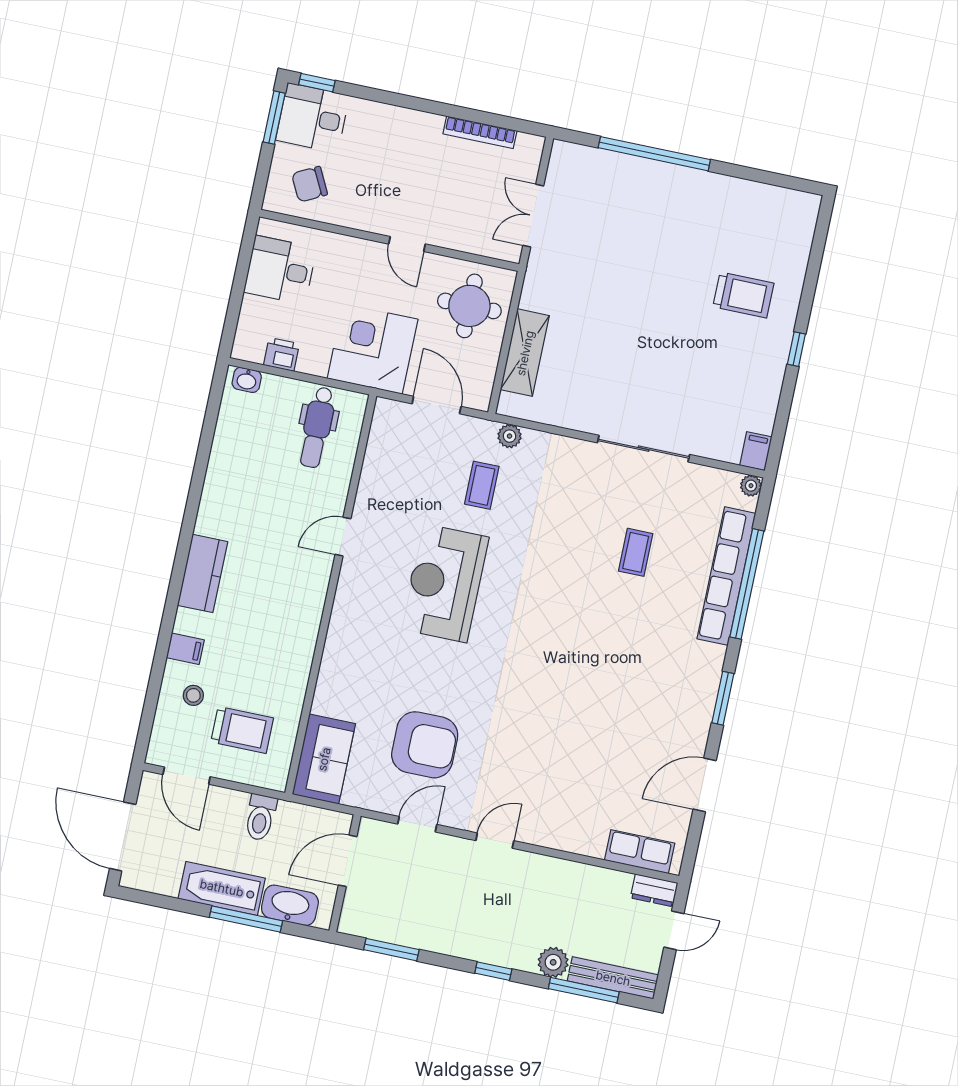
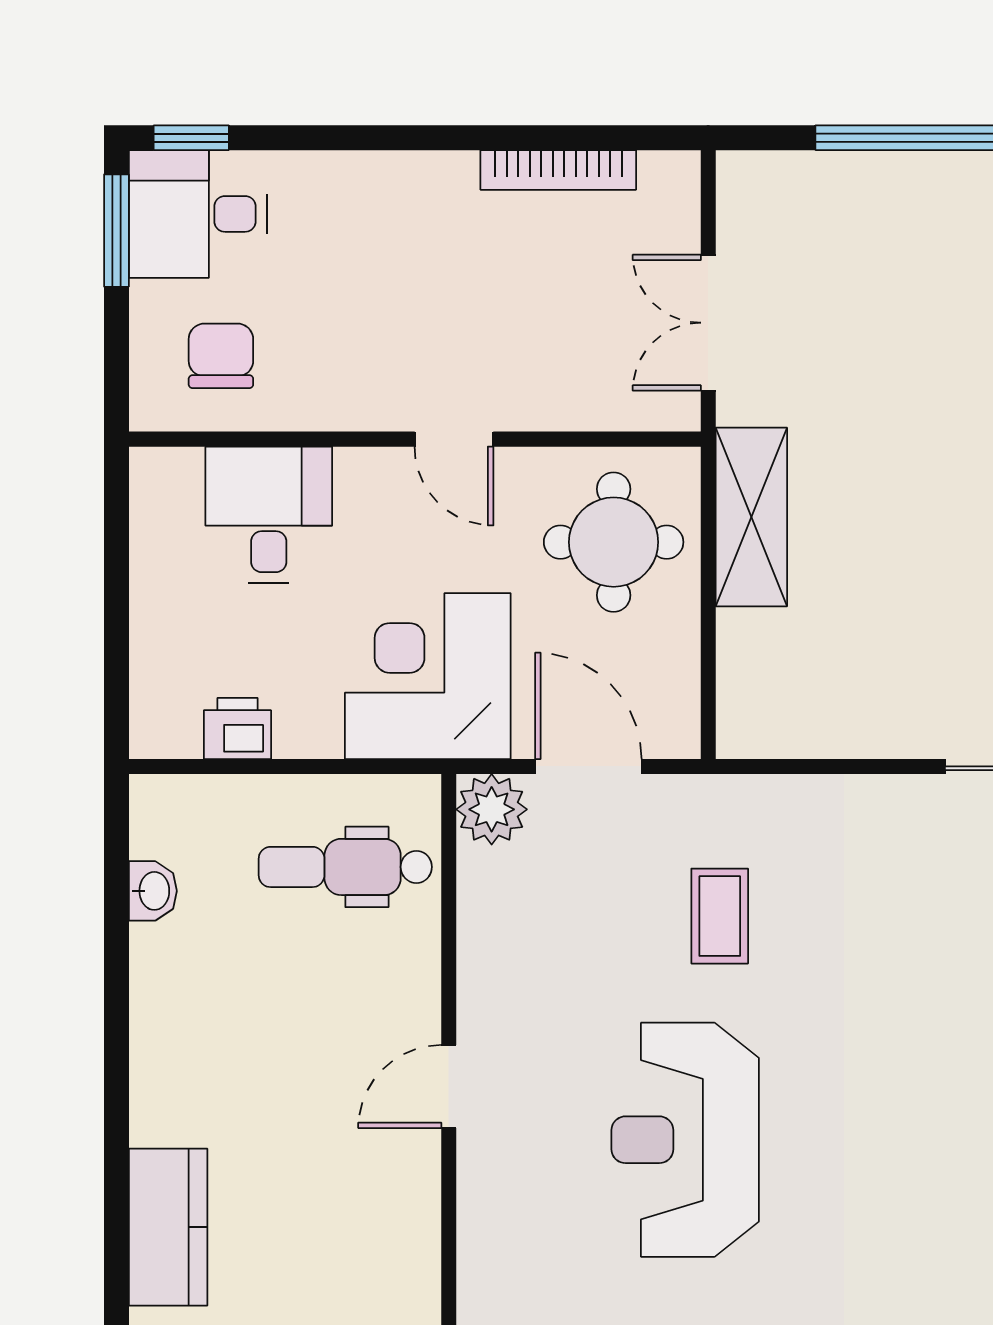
chair: (310, 184) -> (221, 356), turned 117
desk: (280, 270) -> (269, 515), moved, turned 90
shelving: (525, 353) -> (751, 517), moved
washbasin: (247, 380) -> (153, 891), moved, turned -90
dental chair: (317, 427) -> (345, 867), turned 90
plant: (510, 436) -> (492, 809), moved, width x1.38, depth x1.38

